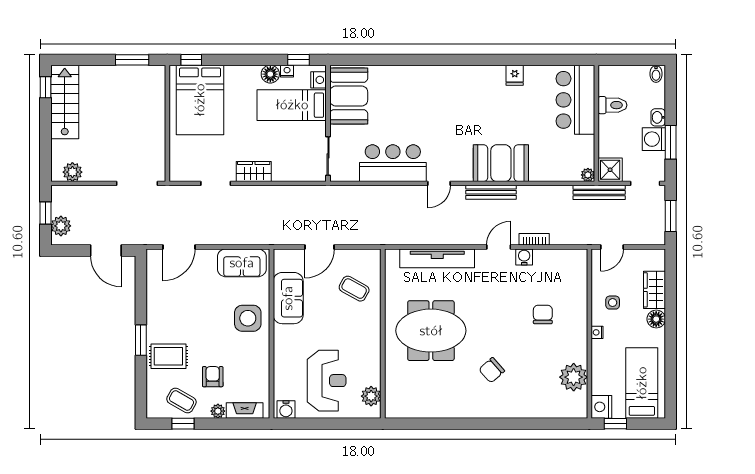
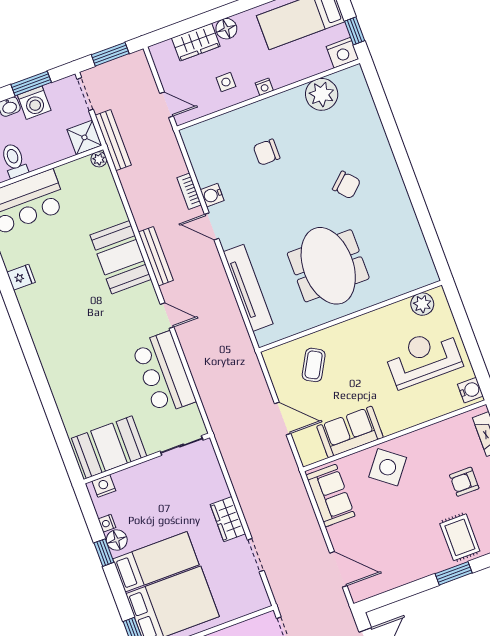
window: (299, 60) -> (104, 553), moved
bed: (292, 105) -> (156, 562), moved, turned -90
side table: (248, 318) -> (388, 467), turned 38

